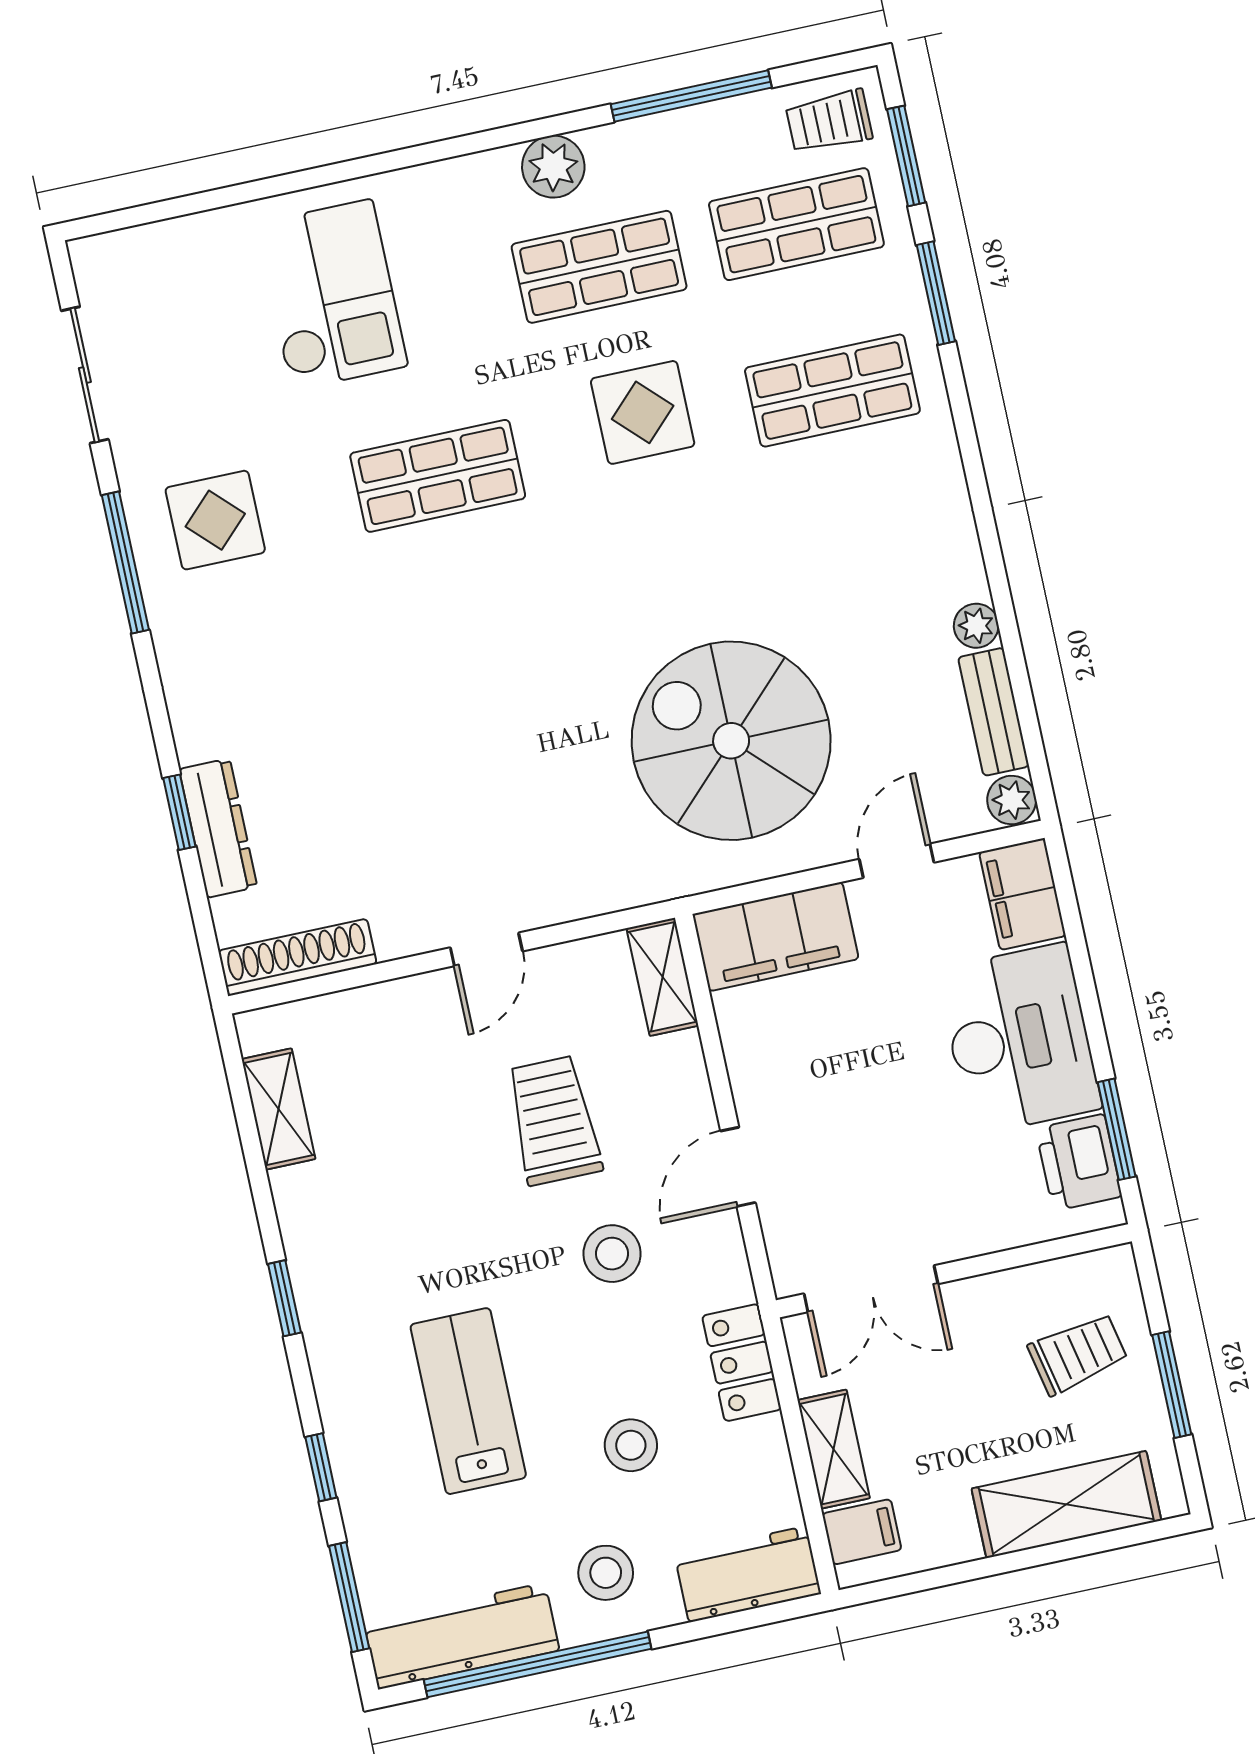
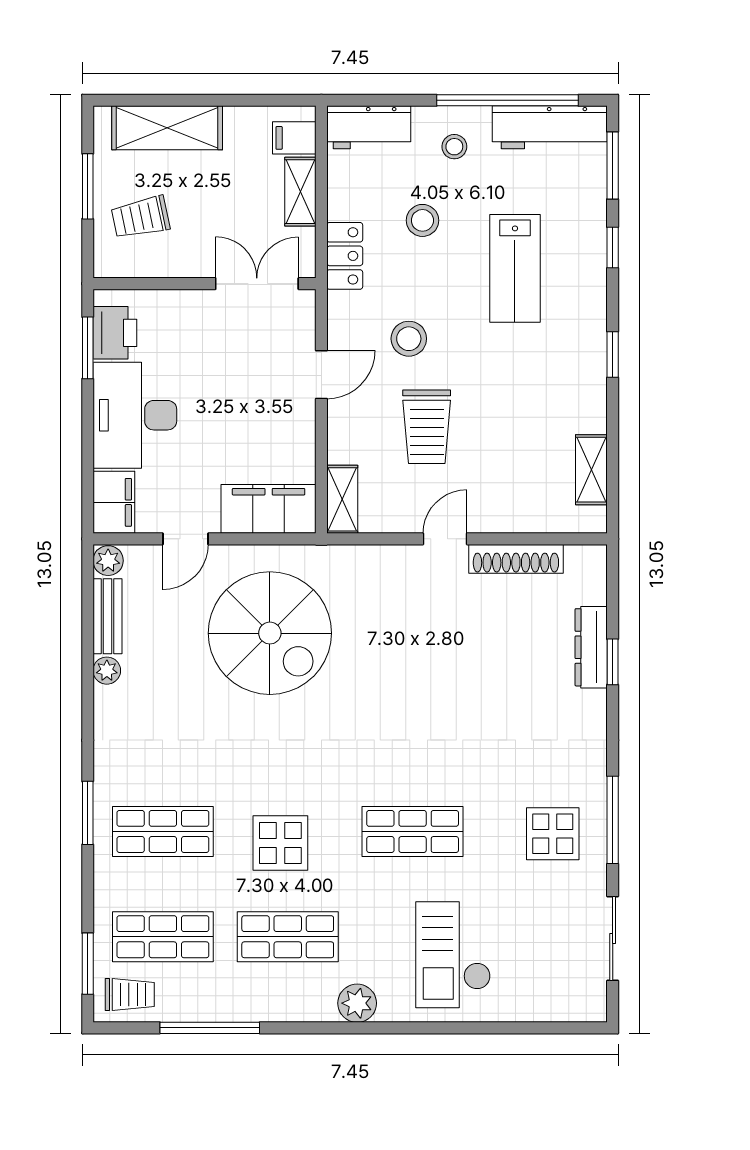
plant: (553, 167) -> (357, 1003), moved
window: (936, 293) -> (88, 813), moved
shoe rack: (298, 957) -> (516, 559), moved
stool: (606, 1573) -> (454, 147), width x0.73, depth x0.73

